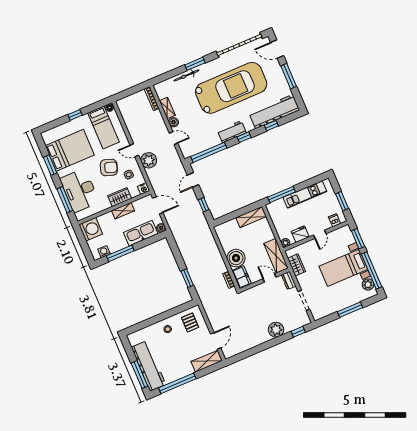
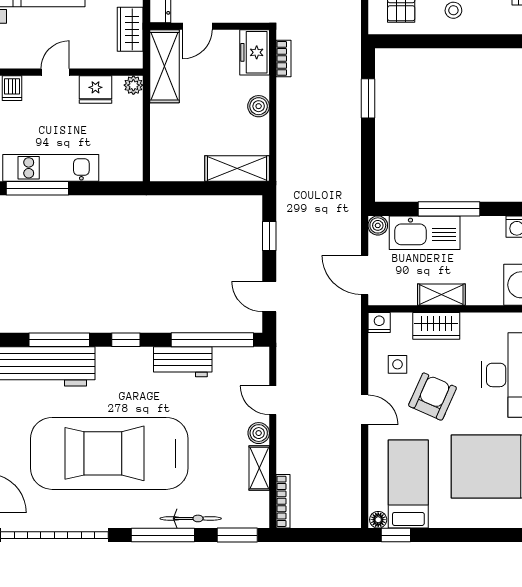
window: (195, 64) -> (163, 535), width x1.44
window: (165, 77) -> (237, 535), added
window: (75, 115) -> (396, 535), moved
window: (271, 126) -> (59, 340), width x2.17
workbench: (232, 132) -> (183, 362), moved
plant: (149, 160) -> (344, 376), removed
armchair: (109, 167) -> (432, 397), turned 95
door: (193, 180) -> (269, 297), swing flipped
window: (282, 195) -> (37, 188), moved
shelving: (251, 217) -> (237, 168), moved
window: (120, 253) -> (449, 209), moved
boiler: (236, 258) -> (259, 106), width x0.54, depth x0.54
door: (270, 278) -> (197, 26), hinge flipped

